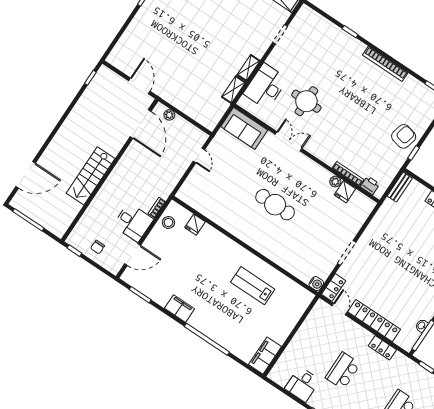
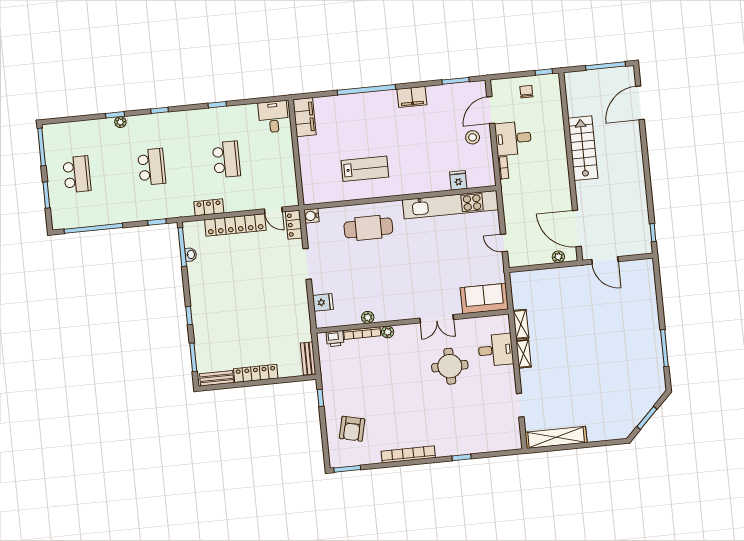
desk: (266, 86) -> (496, 350), width x0.73
armchair: (404, 136) -> (352, 429), moved
plant: (330, 160) -> (388, 332), added
fridge: (345, 192) -> (323, 302), moved, turned 90
cafe table: (275, 205) -> (368, 228), moved
kitchen unit: (214, 212) -> (450, 205), added
stool: (168, 222) -> (473, 137), moved
desk: (302, 384) -> (273, 117), moved

